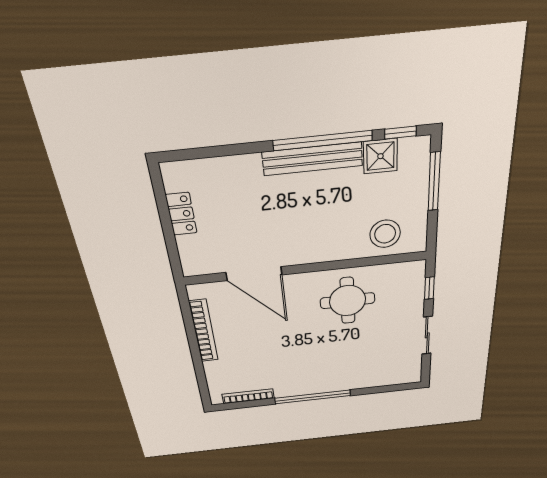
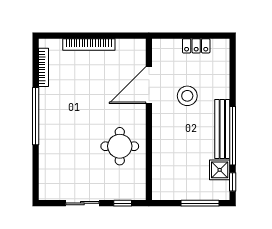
stool: (385, 234) -> (187, 96), moved
bookcase: (204, 331) -> (89, 44), moved

